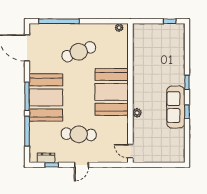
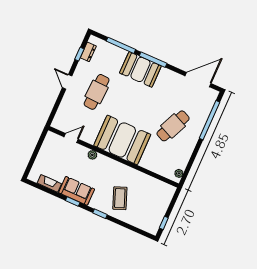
cafe table: (79, 52) -> (173, 126), turned 45
coffee table: (165, 71) -> (120, 198), added
booth: (46, 97) -> (140, 69), width x0.73, depth x0.70
sofa: (176, 107) -> (77, 191), width x0.73
fireplace: (180, 140) -> (49, 183), added
door: (130, 151) -> (71, 138), moved

